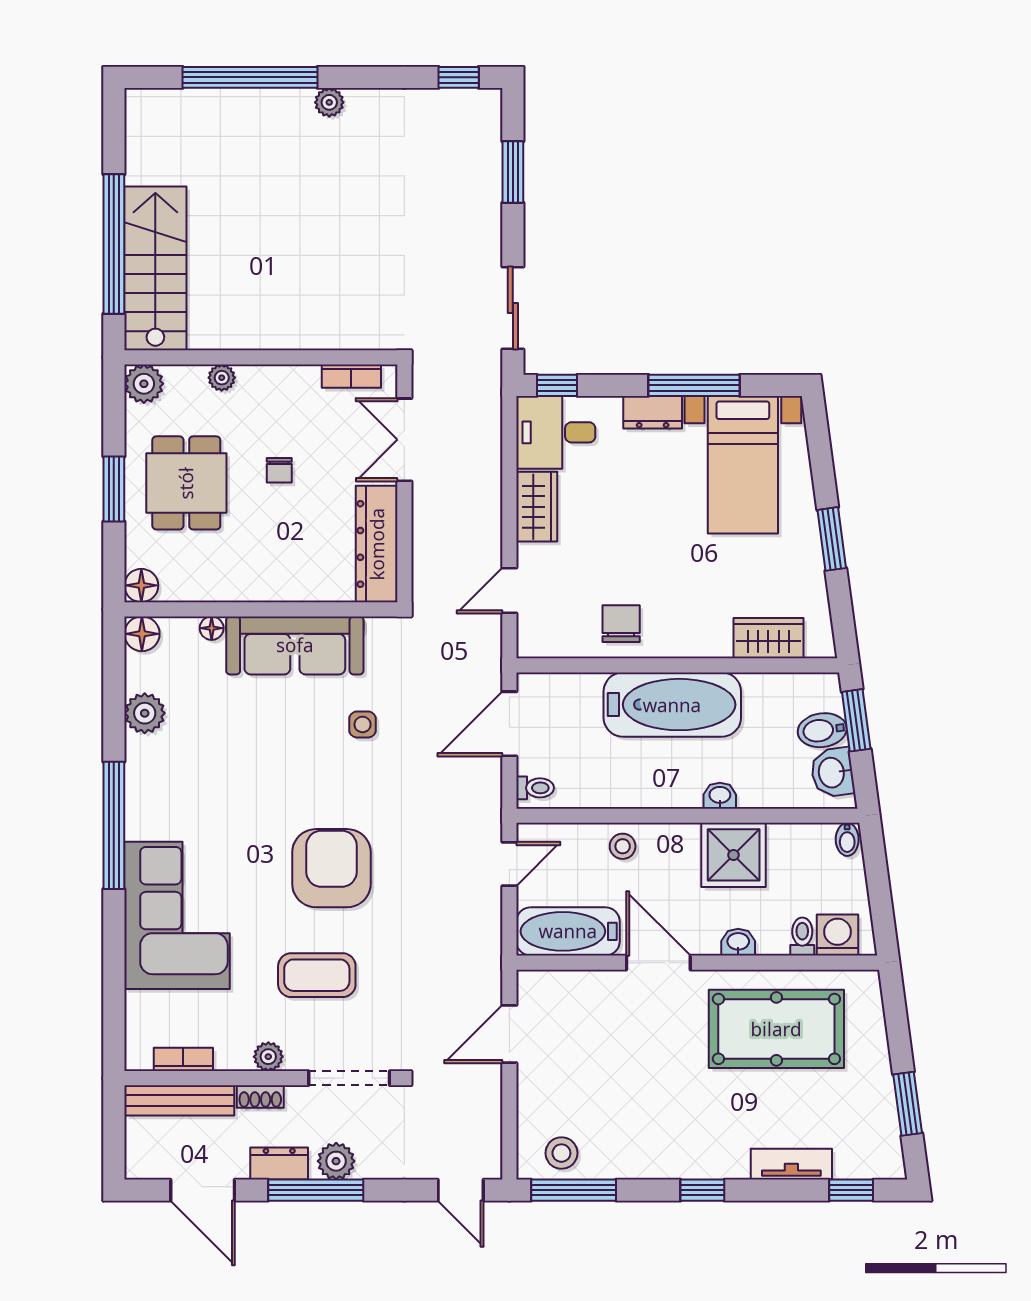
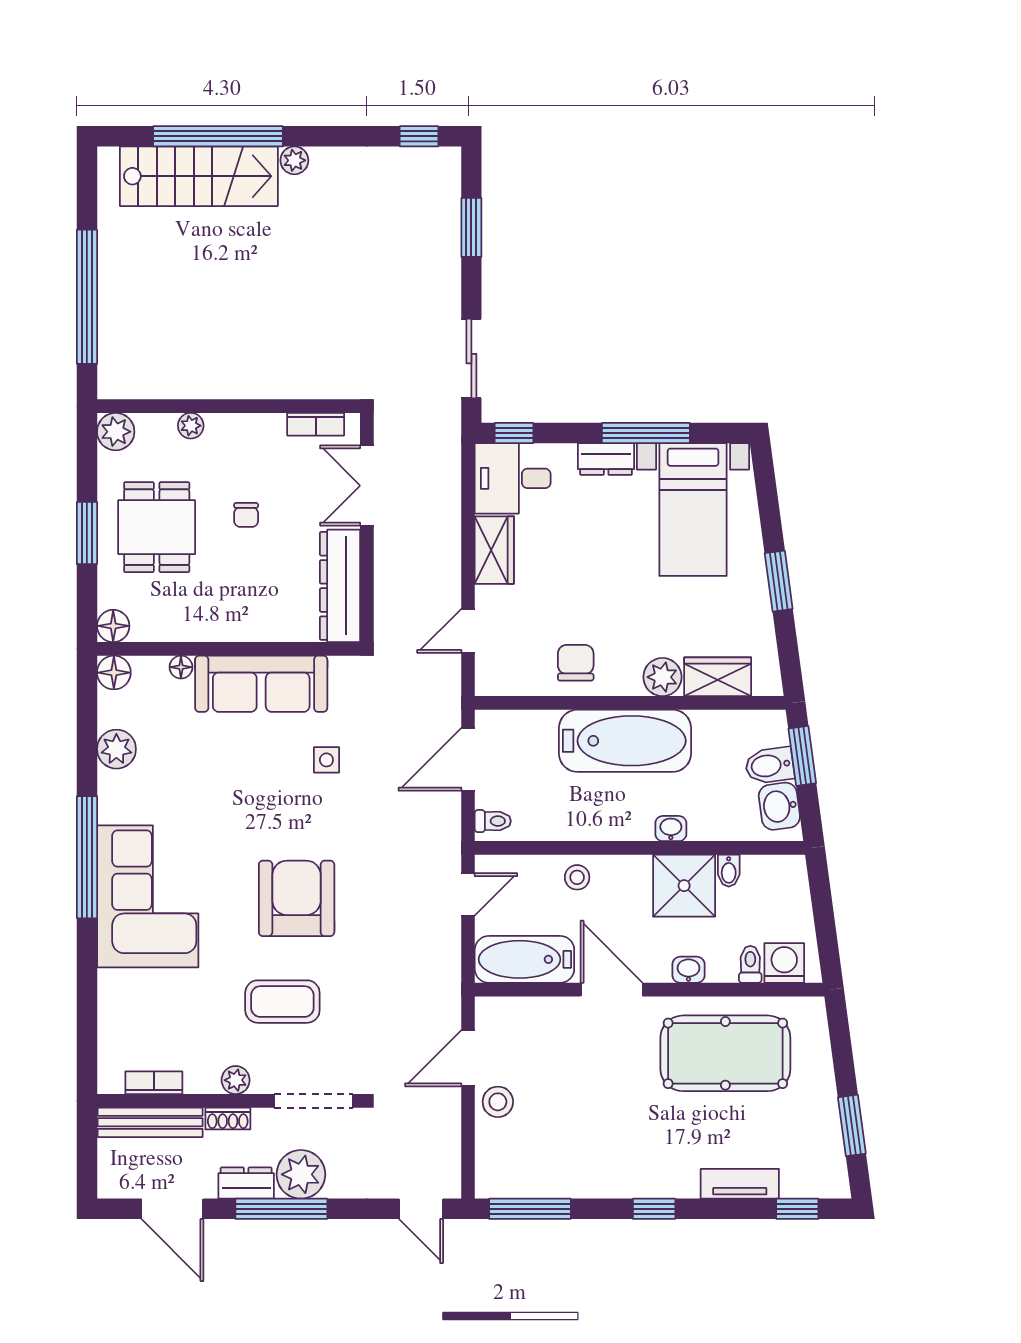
stairs: (155, 268) -> (199, 176), moved, turned 90
plant: (711, 638) -> (662, 677), added
bidet: (847, 839) -> (729, 871), moved
corner sofa: (177, 915) -> (148, 896), moved
stool: (561, 1153) -> (498, 1102), moved
plant: (336, 1161) -> (301, 1174), width x1.36, depth x1.36

